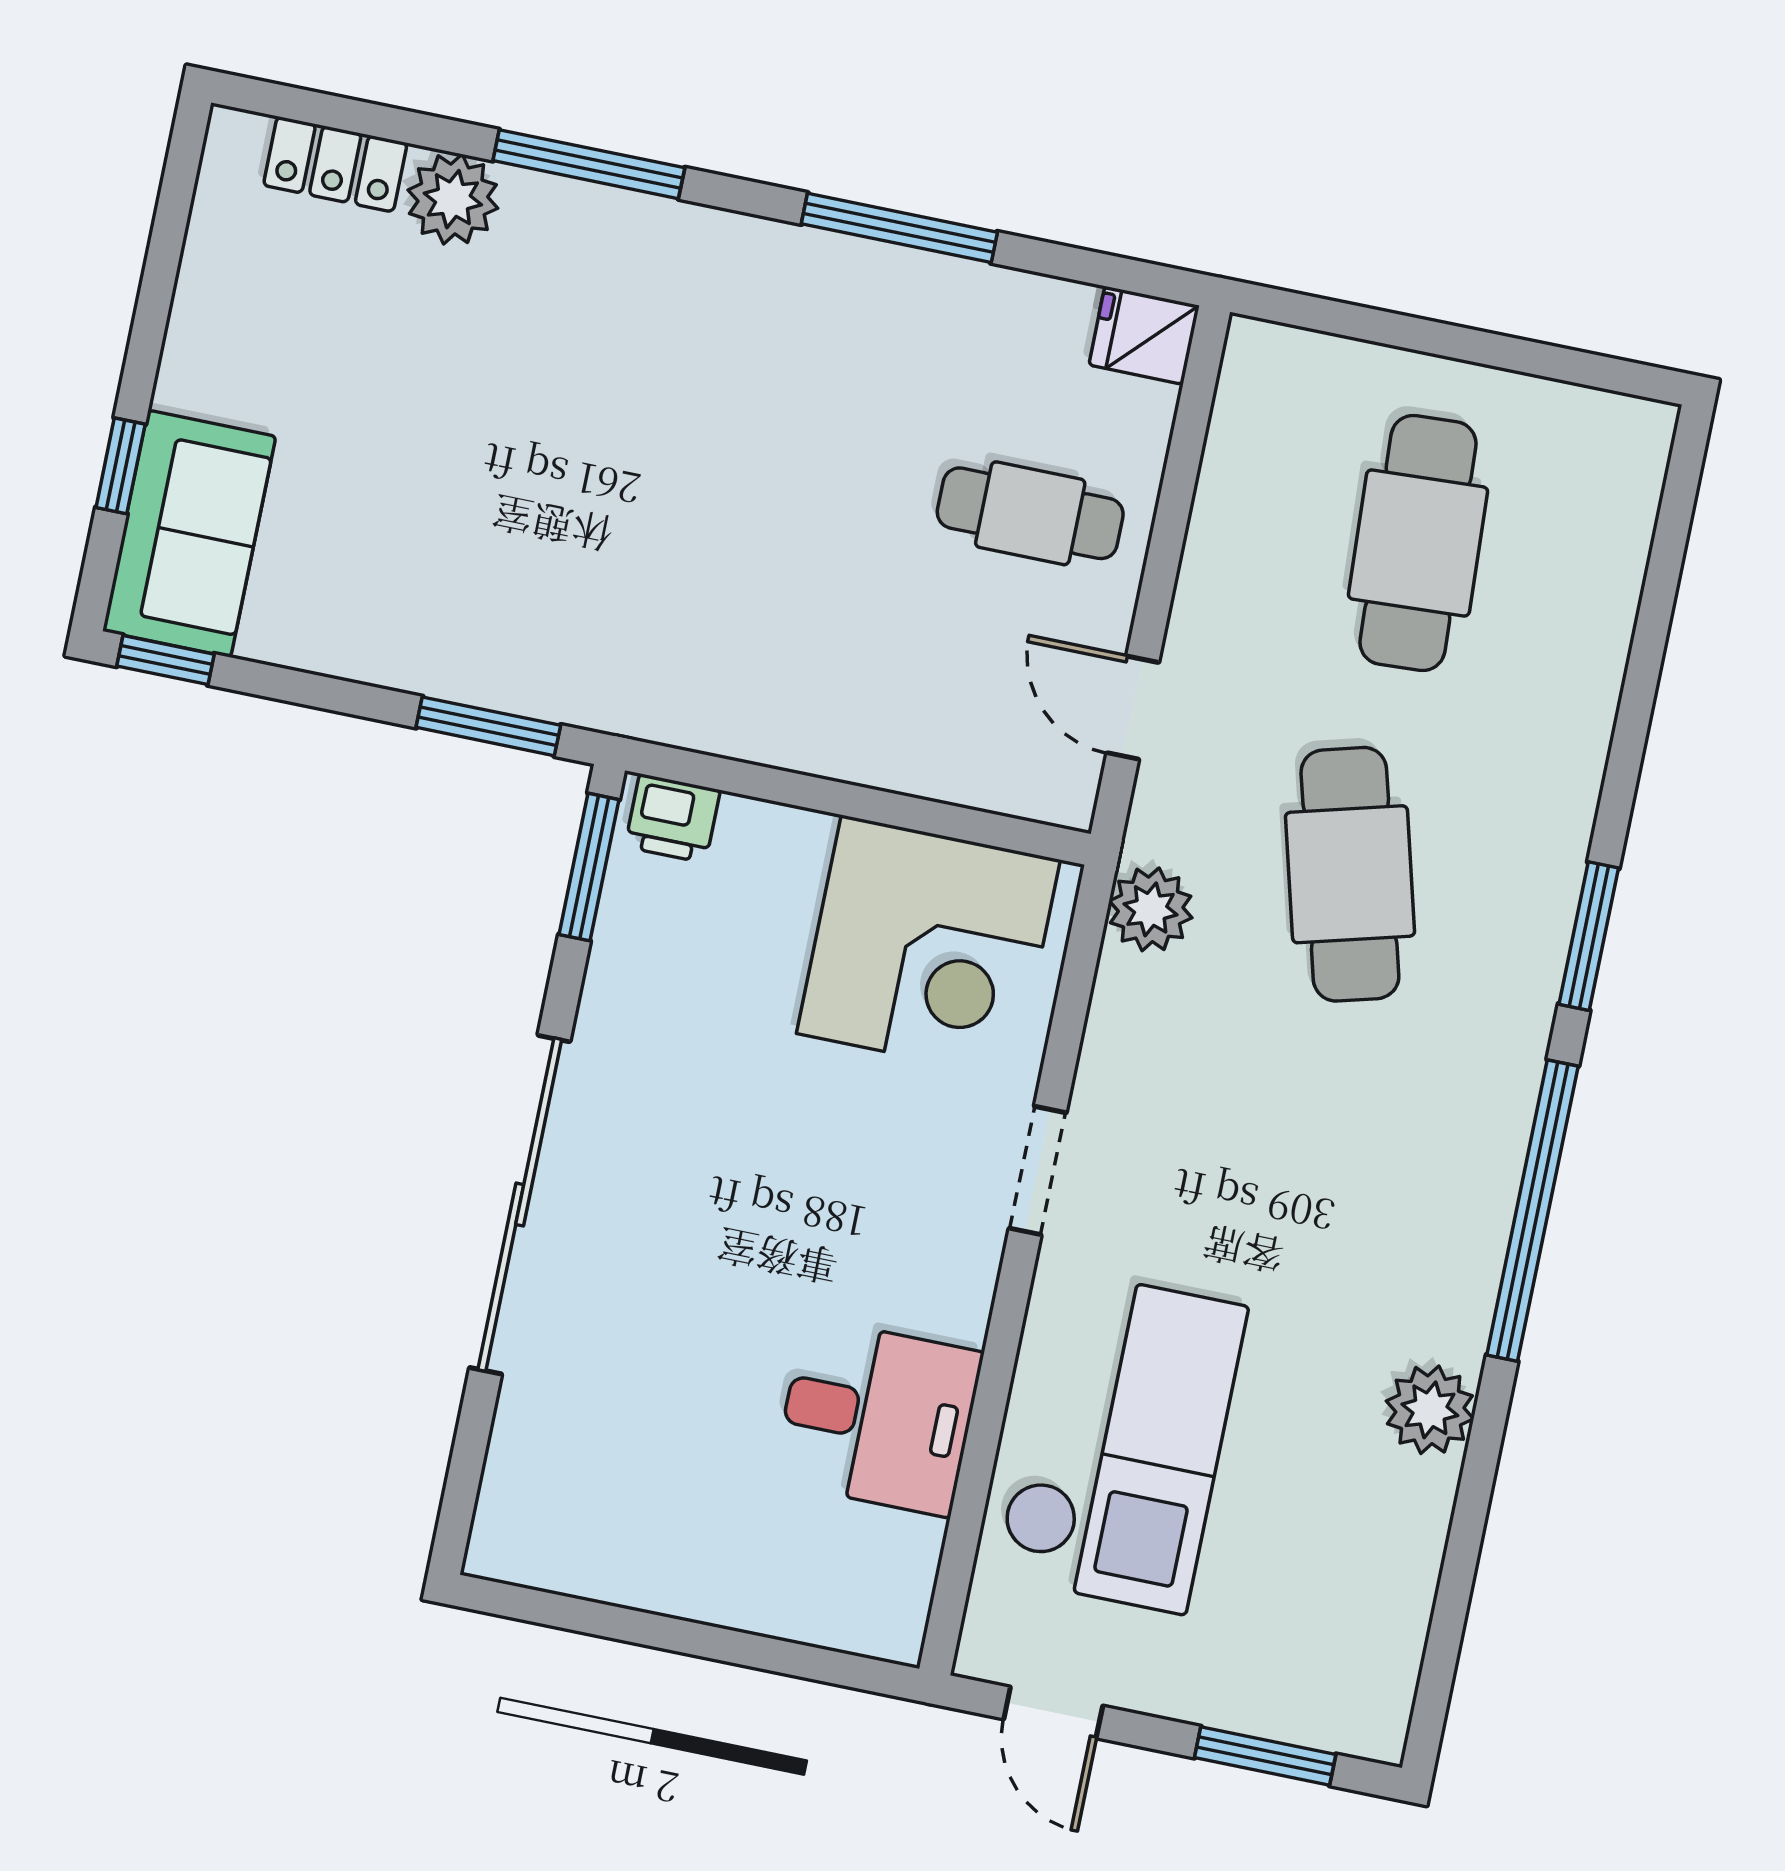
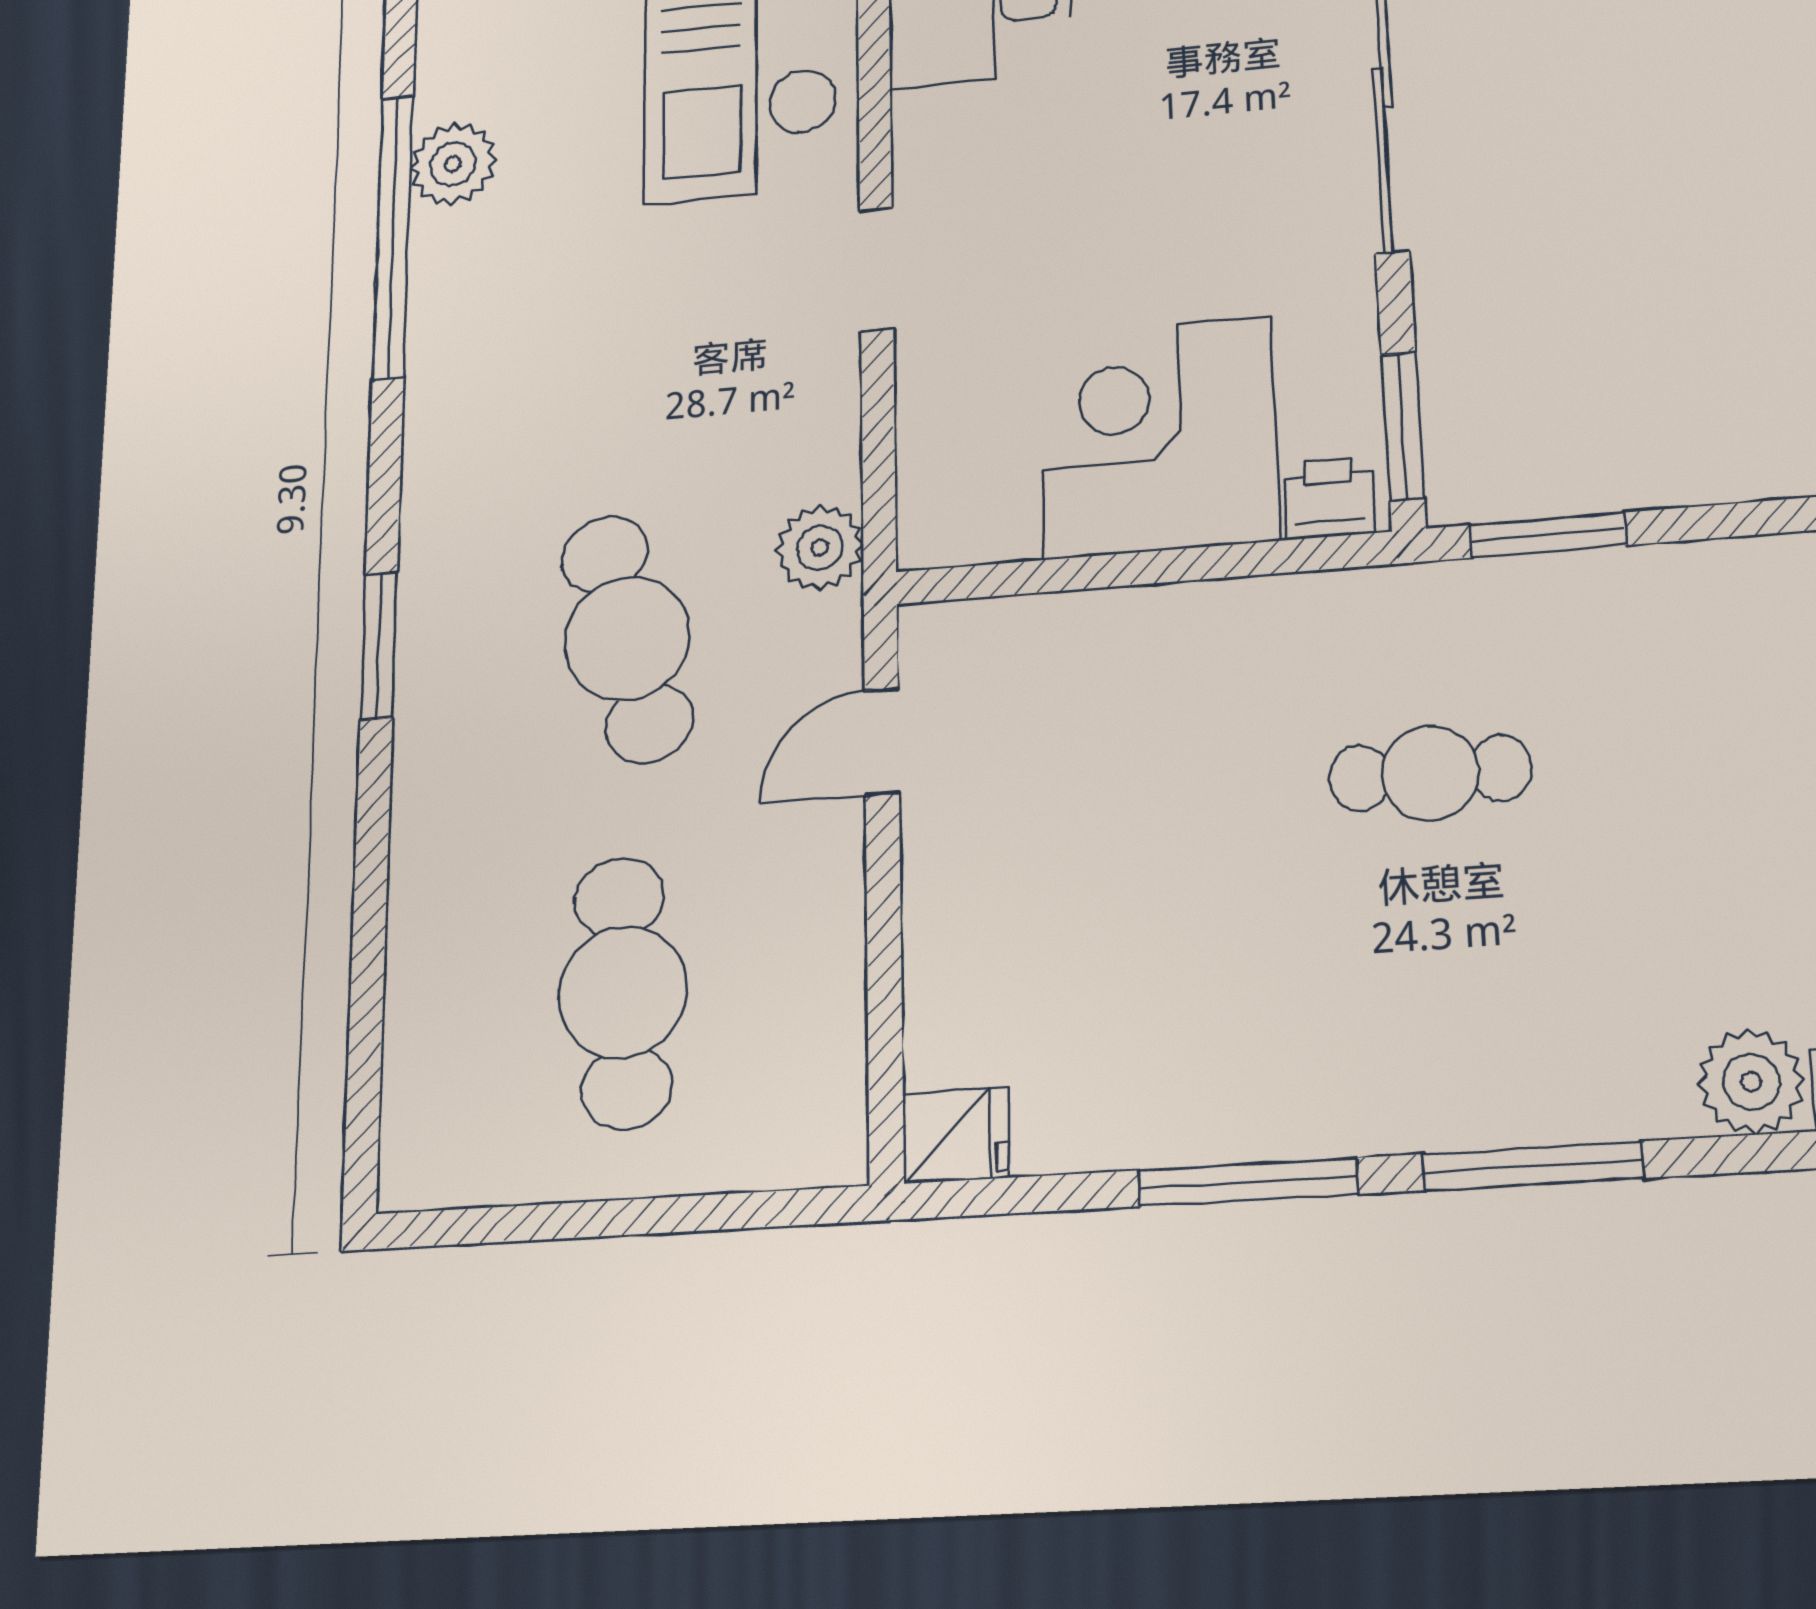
window: (589, 164) -> (1533, 1166), moved
cafe table: (1030, 513) -> (1430, 773), moved
door: (1133, 708) -> (882, 742), swing flipped
corner desk: (928, 947) -> (1158, 437), moved
window: (1532, 1211) -> (393, 236), moved

